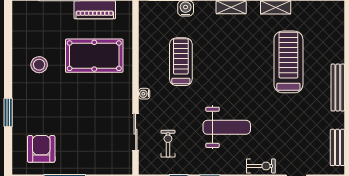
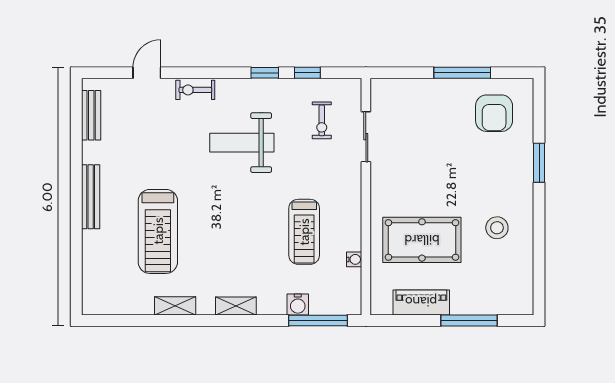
water cooler: (144, 94) -> (354, 259), moved

